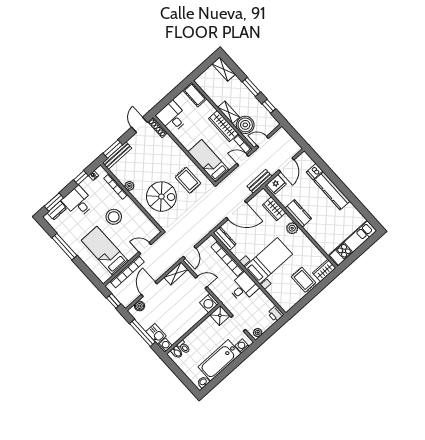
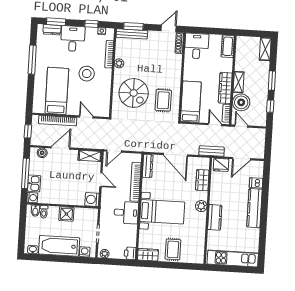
kitchen counter: (298, 213) -> (215, 217), moved
wardrobe: (324, 270) -> (148, 255), moved
shower: (220, 315) -> (66, 214), moved

